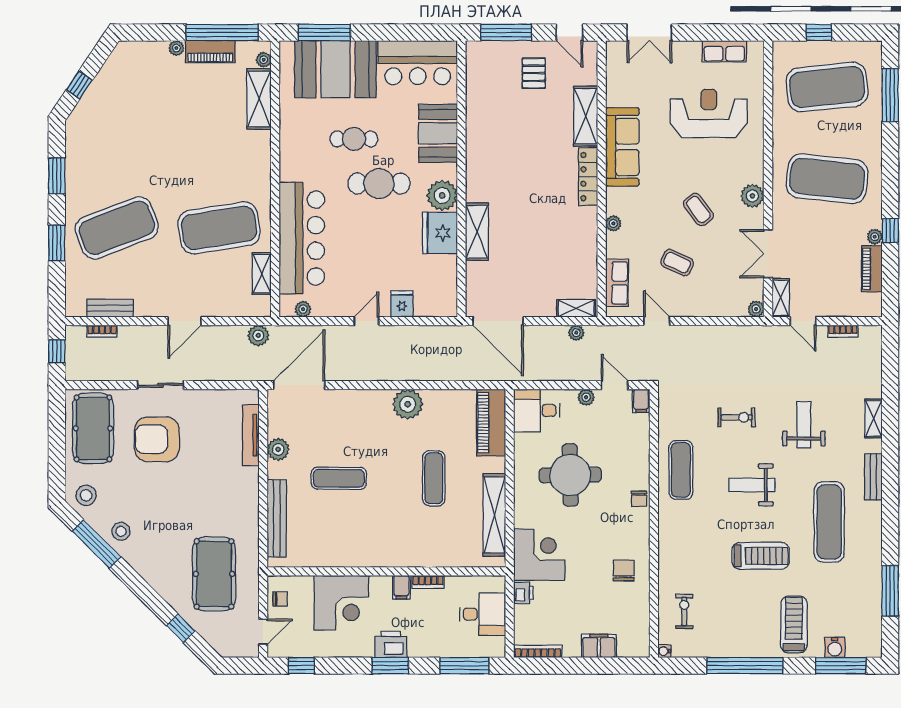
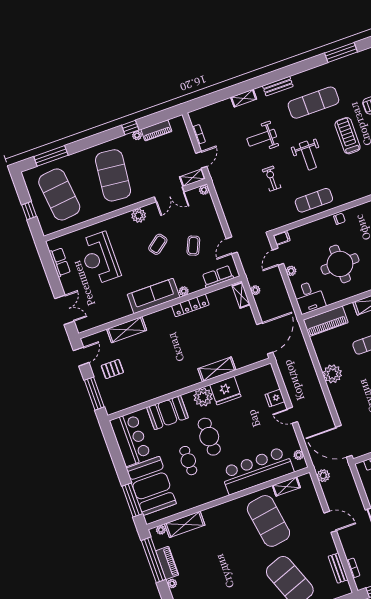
sofa: (622, 147) -> (154, 296), moved
locker: (588, 177) -> (190, 305), moved

